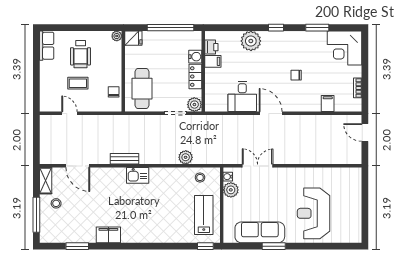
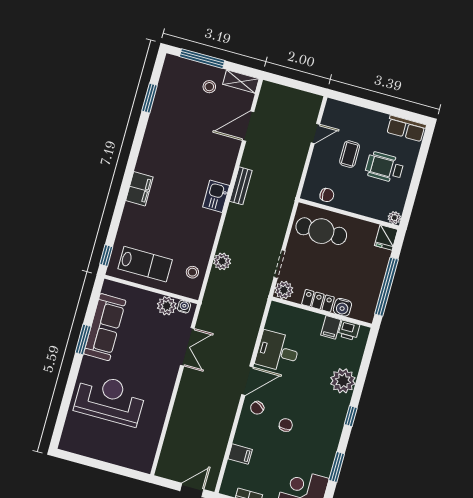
chair: (289, 100) -> (257, 408), added
filing cabinet: (108, 235) -> (139, 189), moved

